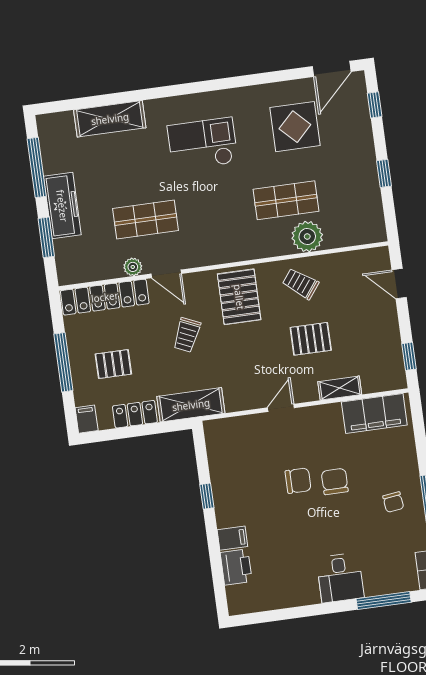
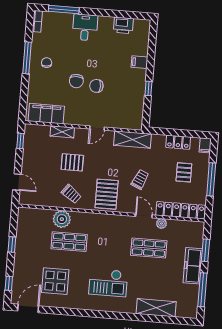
pallet: (113, 364) -> (184, 172), turned 90
shelving: (191, 405) -> (132, 140), moved
printer: (236, 567) -> (123, 25), moved, turned -90

